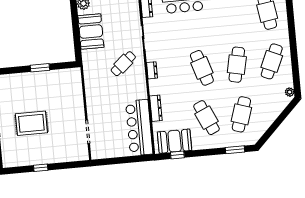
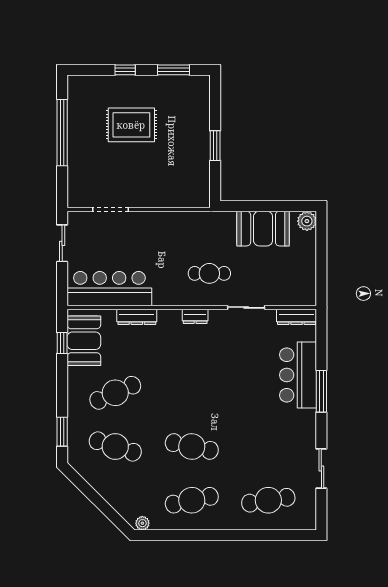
cafe table: (272, 61) -> (192, 500), turned -36
cafe table: (123, 64) -> (209, 273), turned -50
cafe table: (202, 68) -> (192, 393), removed
rug: (31, 123) -> (131, 125), turned 90
sliding door: (113, 161) -> (62, 243), added
window: (41, 168) -> (62, 133), width x3.17

